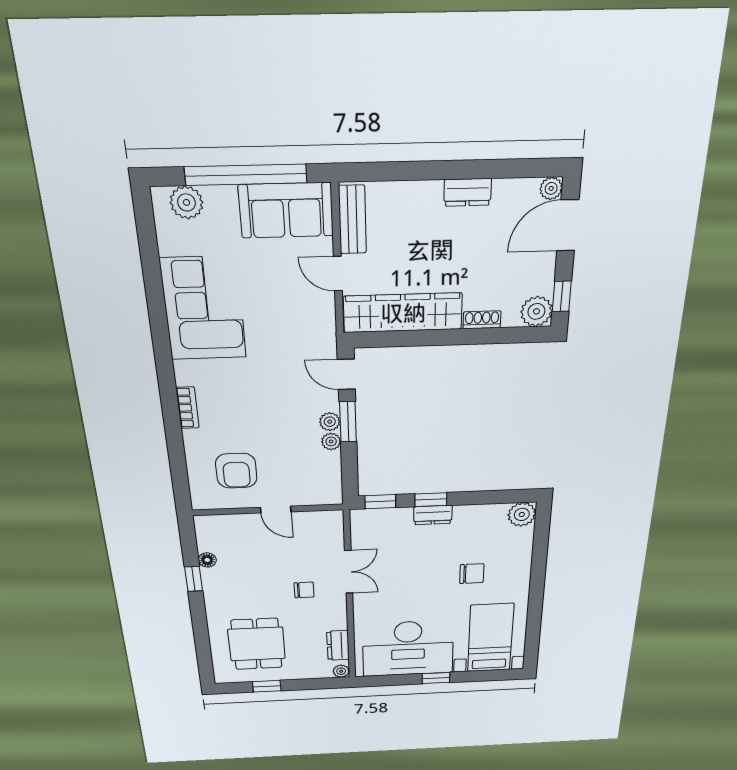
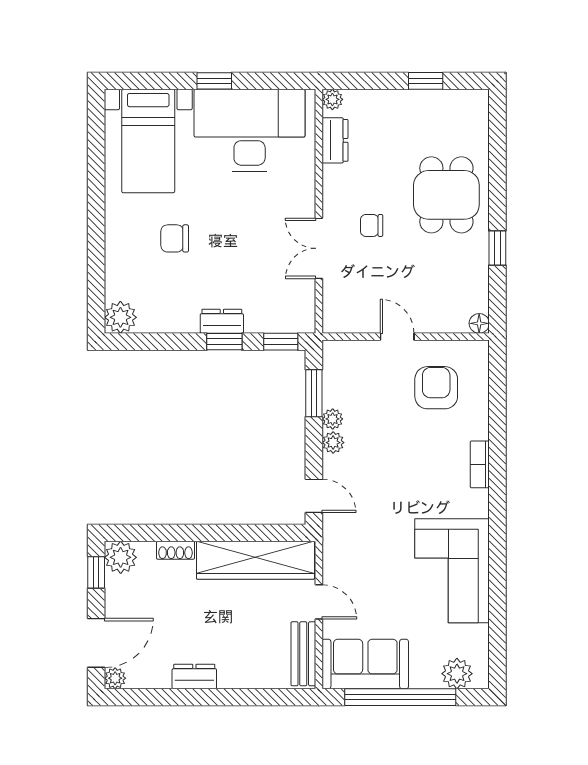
window: (348, 422) -> (314, 393), moved
floor lamp: (207, 560) -> (479, 323), moved
dining table: (257, 644) -> (446, 195), moved

